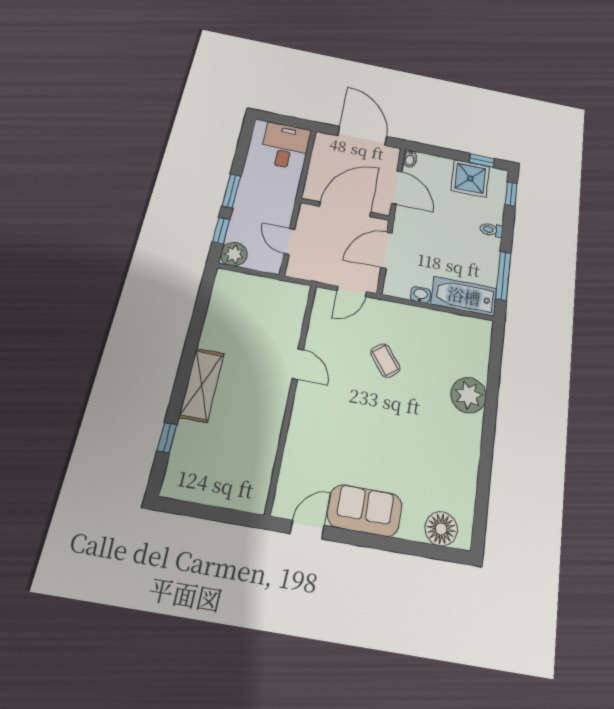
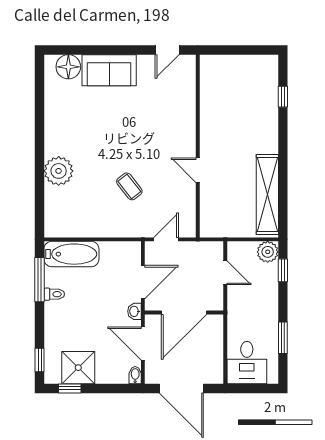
window: (231, 191) -> (283, 338), moved
toilet: (491, 230) -> (54, 294), moved
washbasin: (420, 295) -> (134, 311), moved, turned 90
shelving: (202, 385) -> (267, 195), moved, width x1.47
sofa: (365, 510) -> (109, 70), moved

